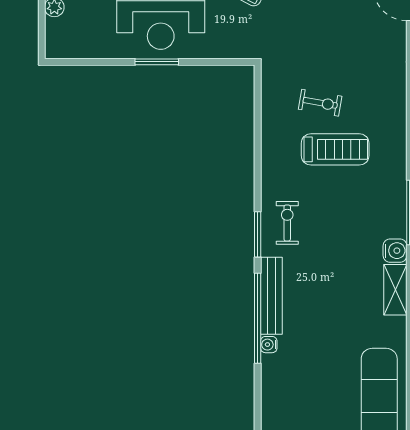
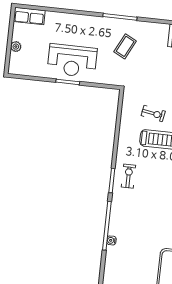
bench: (271, 296) -> (116, 214), removed

